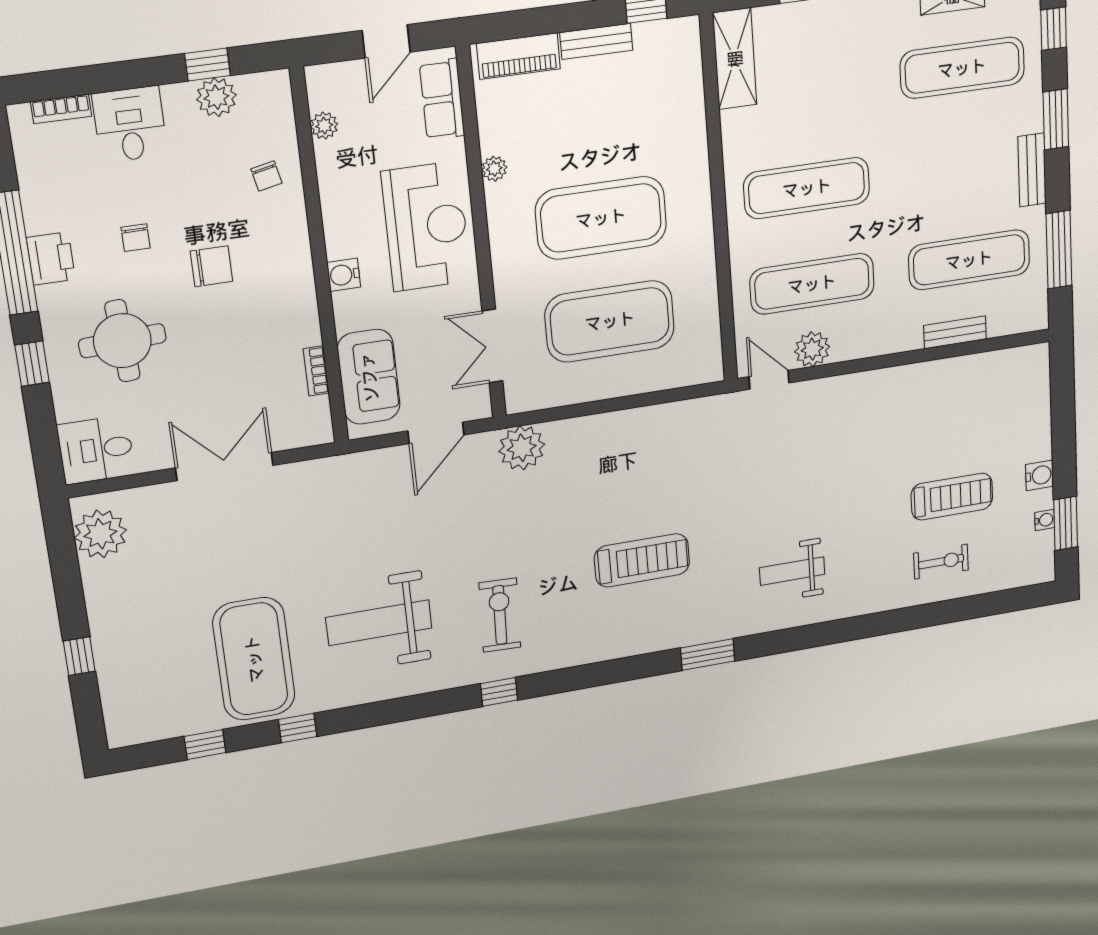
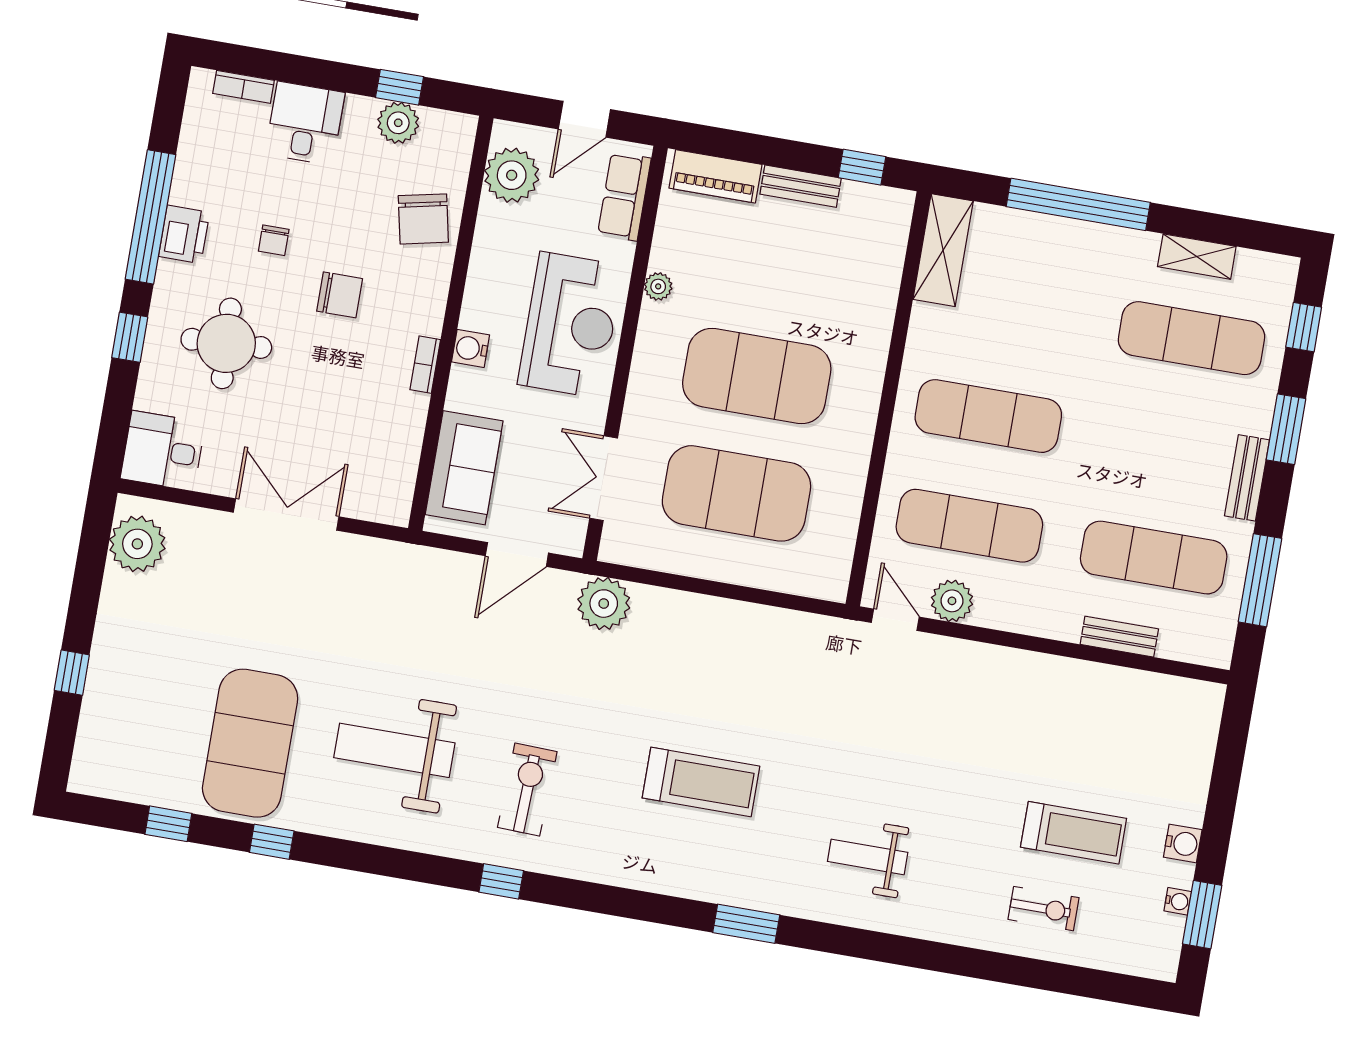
plant: (324, 126) -> (512, 175), width x1.87, depth x1.87
chair: (266, 176) -> (423, 219), width x1.87, depth x1.87
bookcase: (316, 371) -> (425, 365), moved

